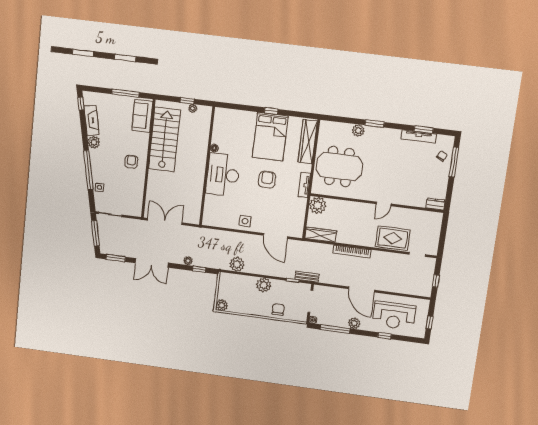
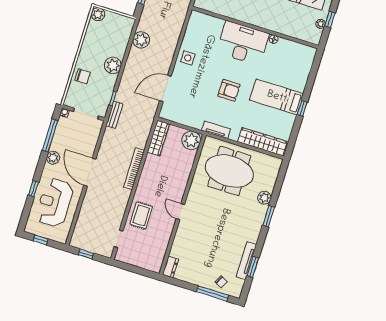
bed: (270, 137) -> (277, 97), width x0.67
meeting table: (339, 167) -> (229, 171), turned 90
rug: (393, 238) -> (141, 215), width x0.73, depth x0.70
door: (362, 290) -> (90, 172), hinge flipped

